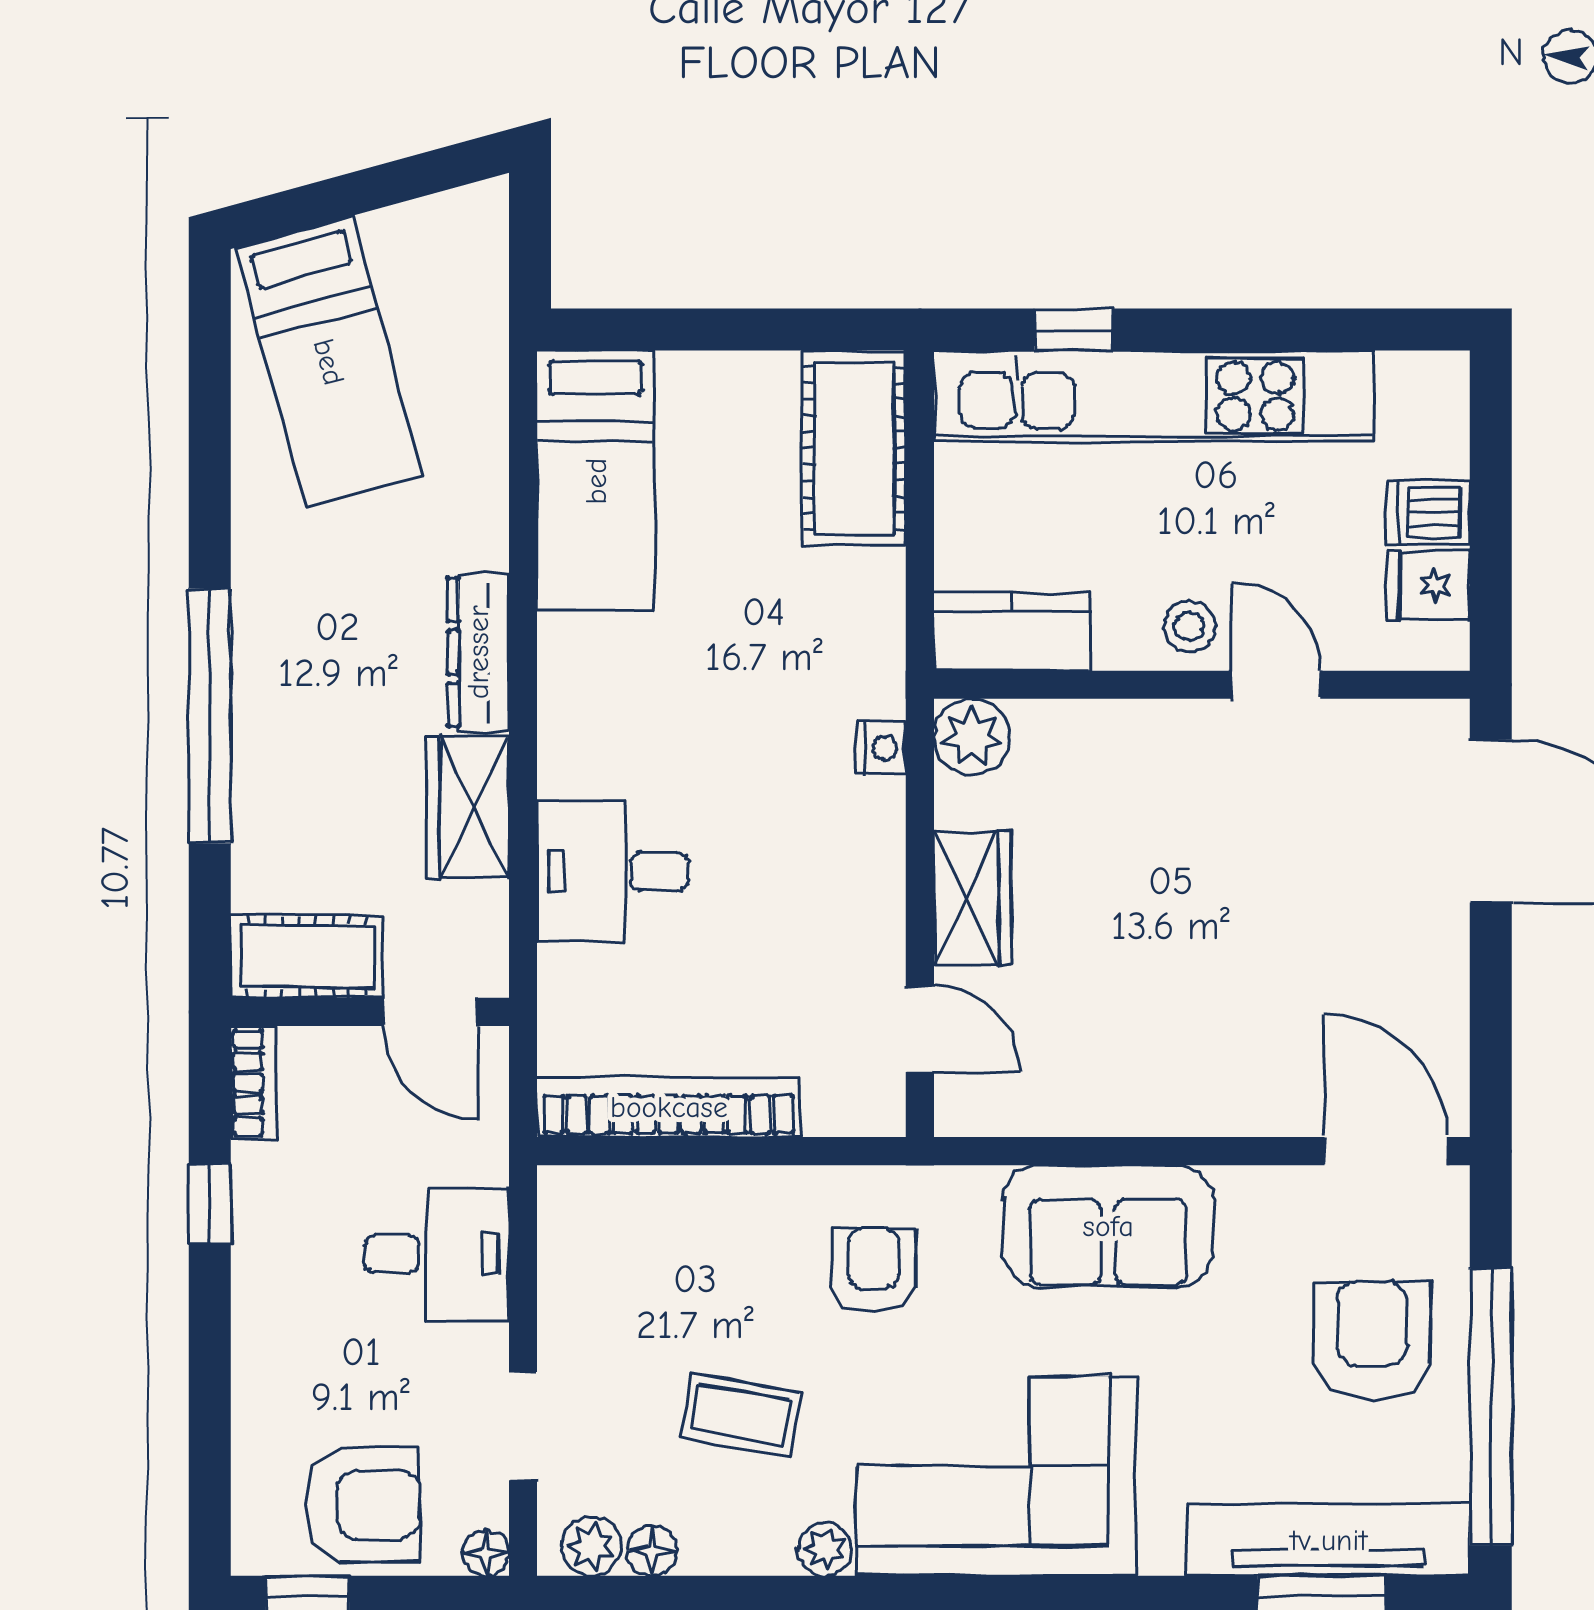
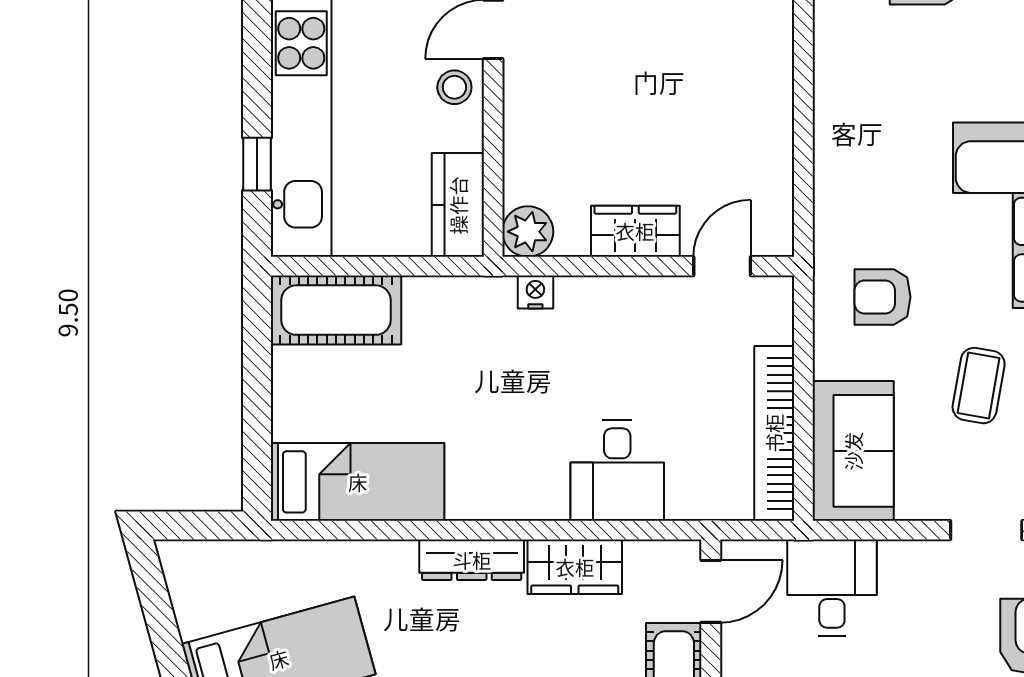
sofa: (1108, 1226) -> (853, 451), moved
desk: (437, 1254) -> (832, 587), moved

